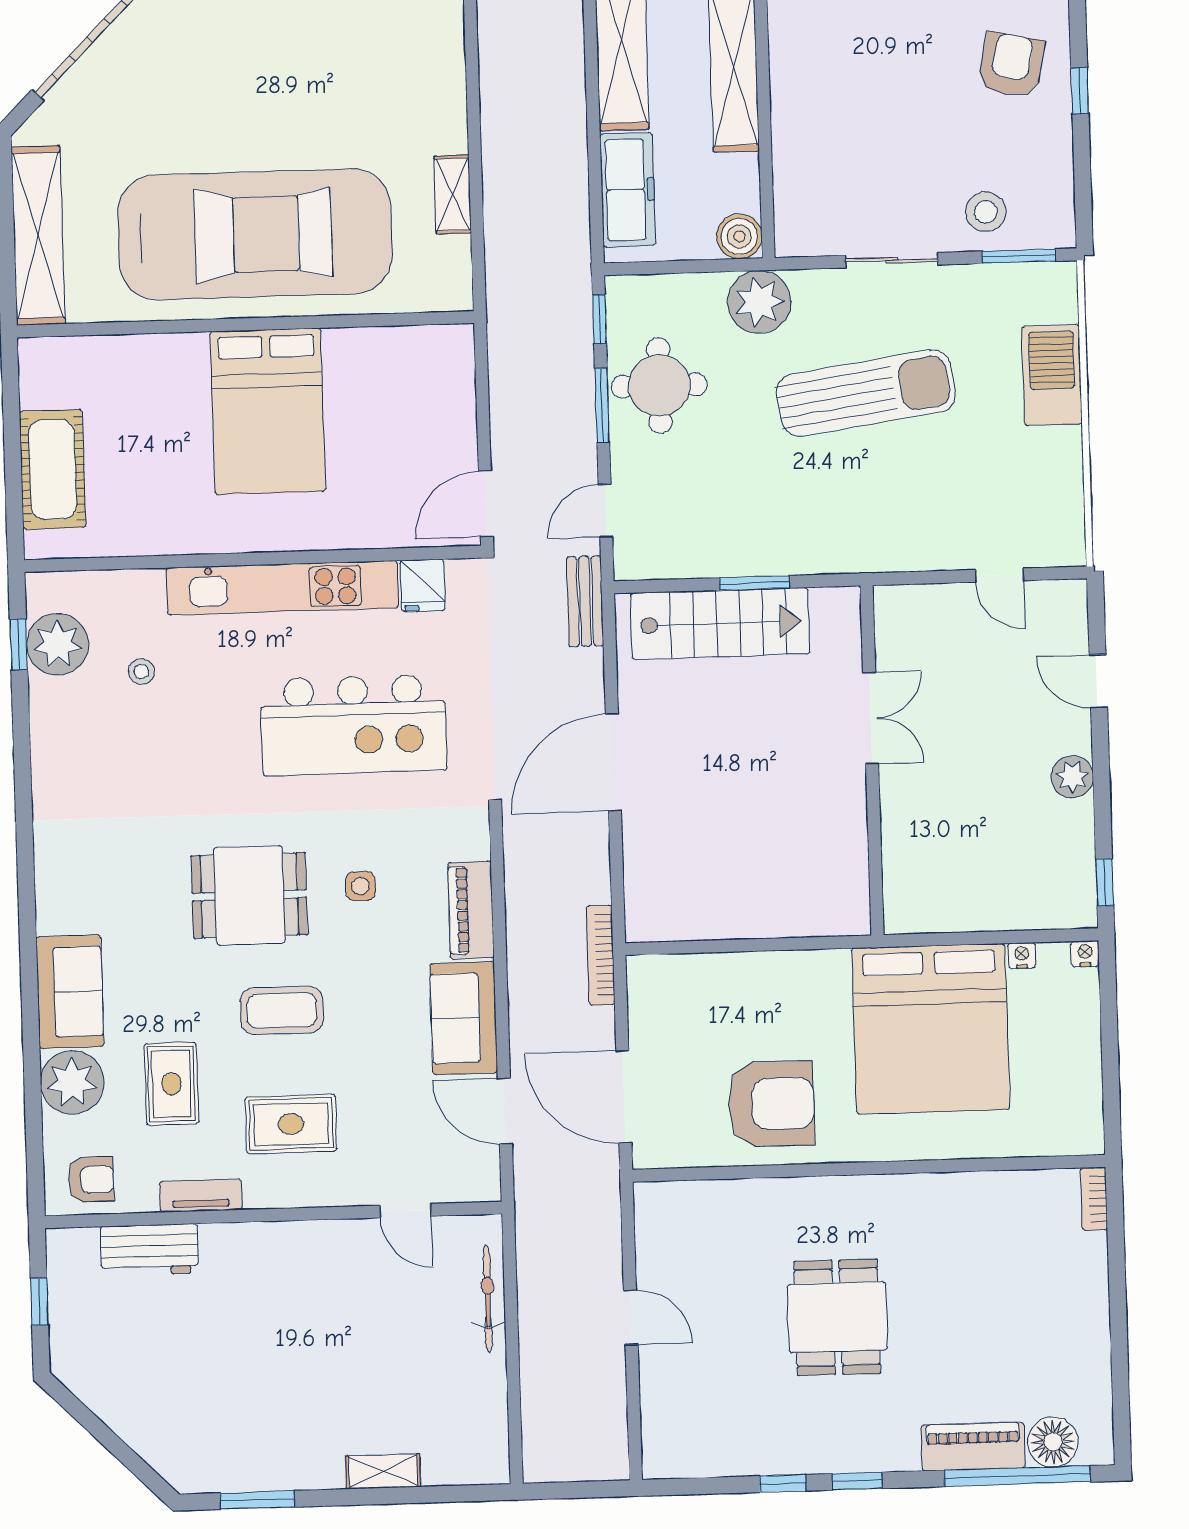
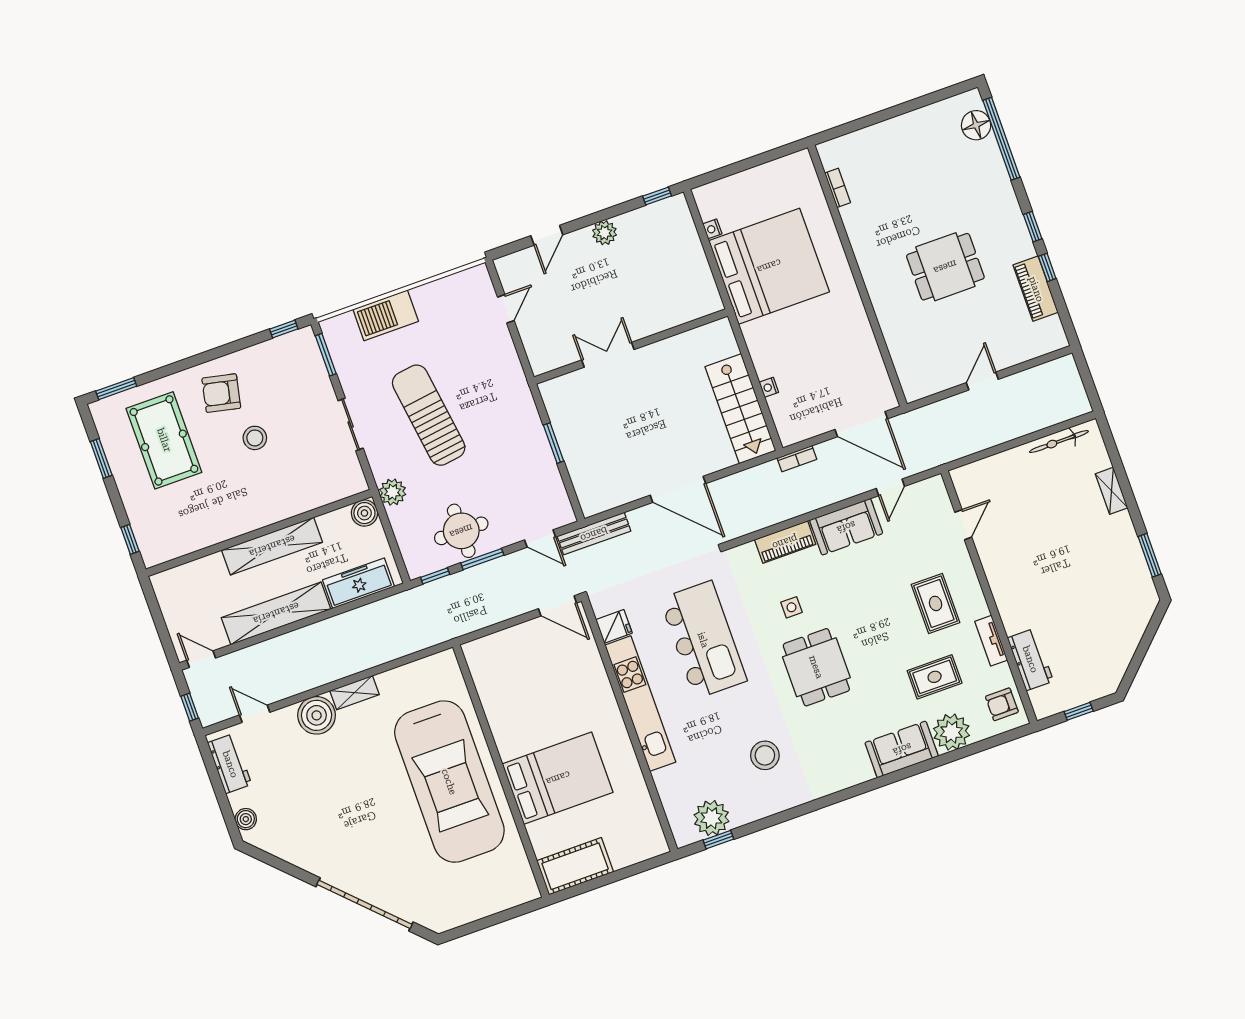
boiler: (433, 52) -> (317, 715), added
window: (1080, 91) -> (284, 329), moved
shelving: (453, 194) -> (355, 693), moved
stool: (986, 212) -> (255, 438), moved
car: (255, 234) -> (449, 782), turned 180
shelving: (38, 235) -> (489, 901), removed
plant: (759, 302) -> (393, 492), width x0.73, depth x0.73
bed: (268, 411) -> (558, 778), moved
cot: (53, 469) -> (575, 866), moved
bench: (585, 601) -> (594, 534), width x1.36
stairs: (720, 623) -> (740, 409), moved, turned 180
stool: (141, 672) -> (765, 755), moved, width x1.89, depth x1.89
nightstand: (1085, 954) -> (769, 387), moved
bookcase: (601, 955) -> (797, 459), width x0.64
coffee table: (282, 1010) -> (874, 629), removed
door: (624, 1097) -> (861, 424), hinge flipped
armchair: (771, 1104) -> (839, 341), removed
door: (505, 1111) -> (890, 487), width x0.73
armchair: (91, 1180) -> (1002, 704), turned -90
bookcase: (1094, 1199) -> (838, 188), moved, turned -90
bicycle: (488, 1299) -> (1059, 442), moved
piano: (973, 1446) -> (1036, 289), moved

